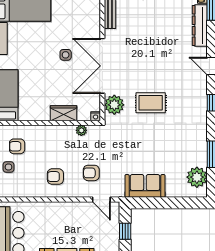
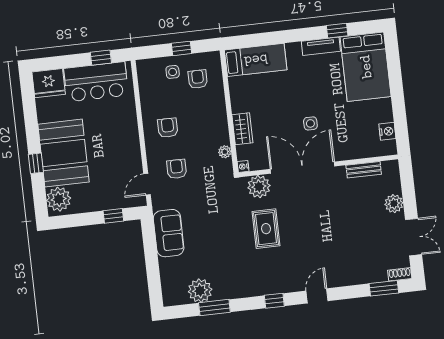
dresser: (200, 26) -> (362, 275), removed
plant: (197, 177) -> (200, 291), moved

